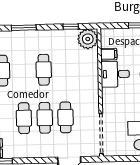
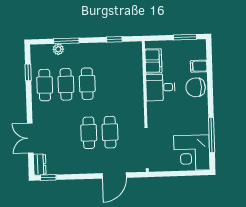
plant: (88, 39) -> (58, 49), moved, width x0.53, depth x0.53
filing cabinet: (109, 54) -> (153, 61), width x2.00
cafe table: (24, 118) -> (66, 84), moved

